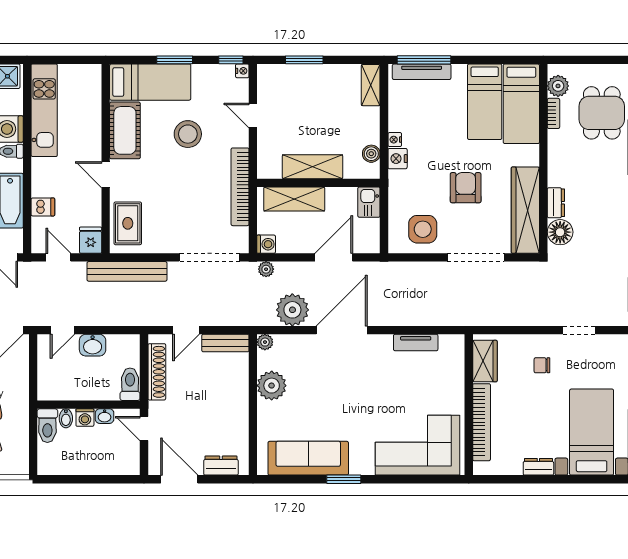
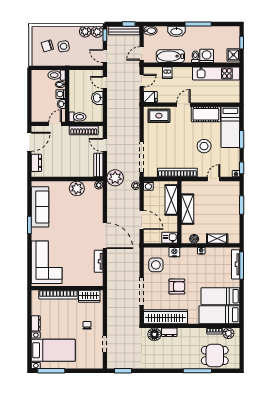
shelving: (371, 85) -> (217, 239), moved
nightstand: (398, 159) -> (174, 252), moved
bench: (127, 271) -> (135, 115), removed
plant: (292, 310) -> (115, 178), moved
door: (342, 330) -> (105, 236), moved

